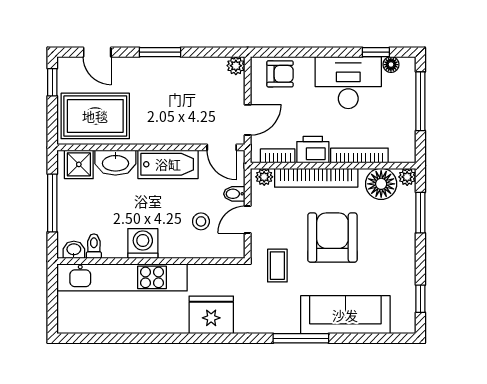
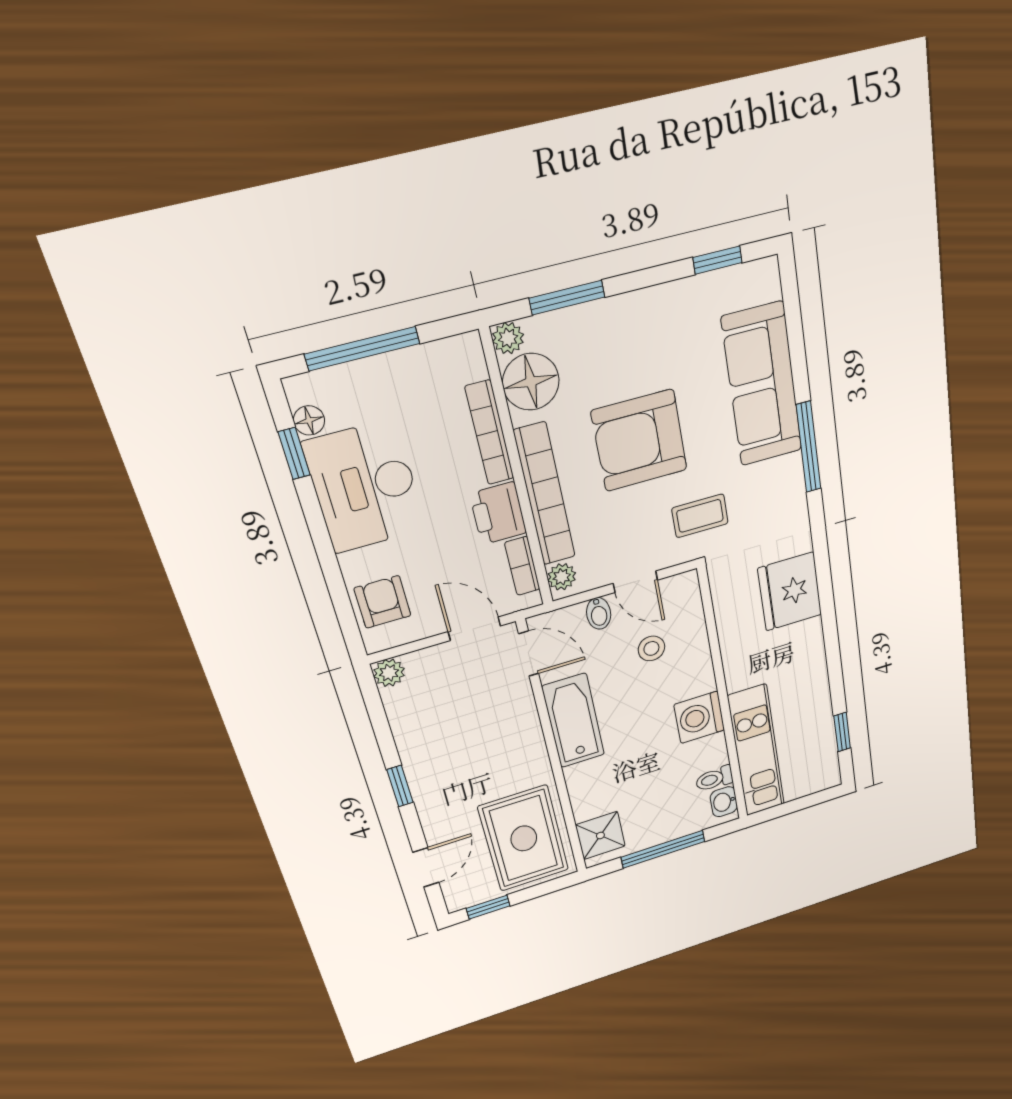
window: (160, 52) -> (400, 786), width x0.67
door: (222, 147) -> (529, 654), hinge flipped
washbasin: (115, 163) -> (587, 791), removed
kitchen unit: (122, 277) -> (756, 751), width x0.73
window: (98, 338) -> (842, 732), added

